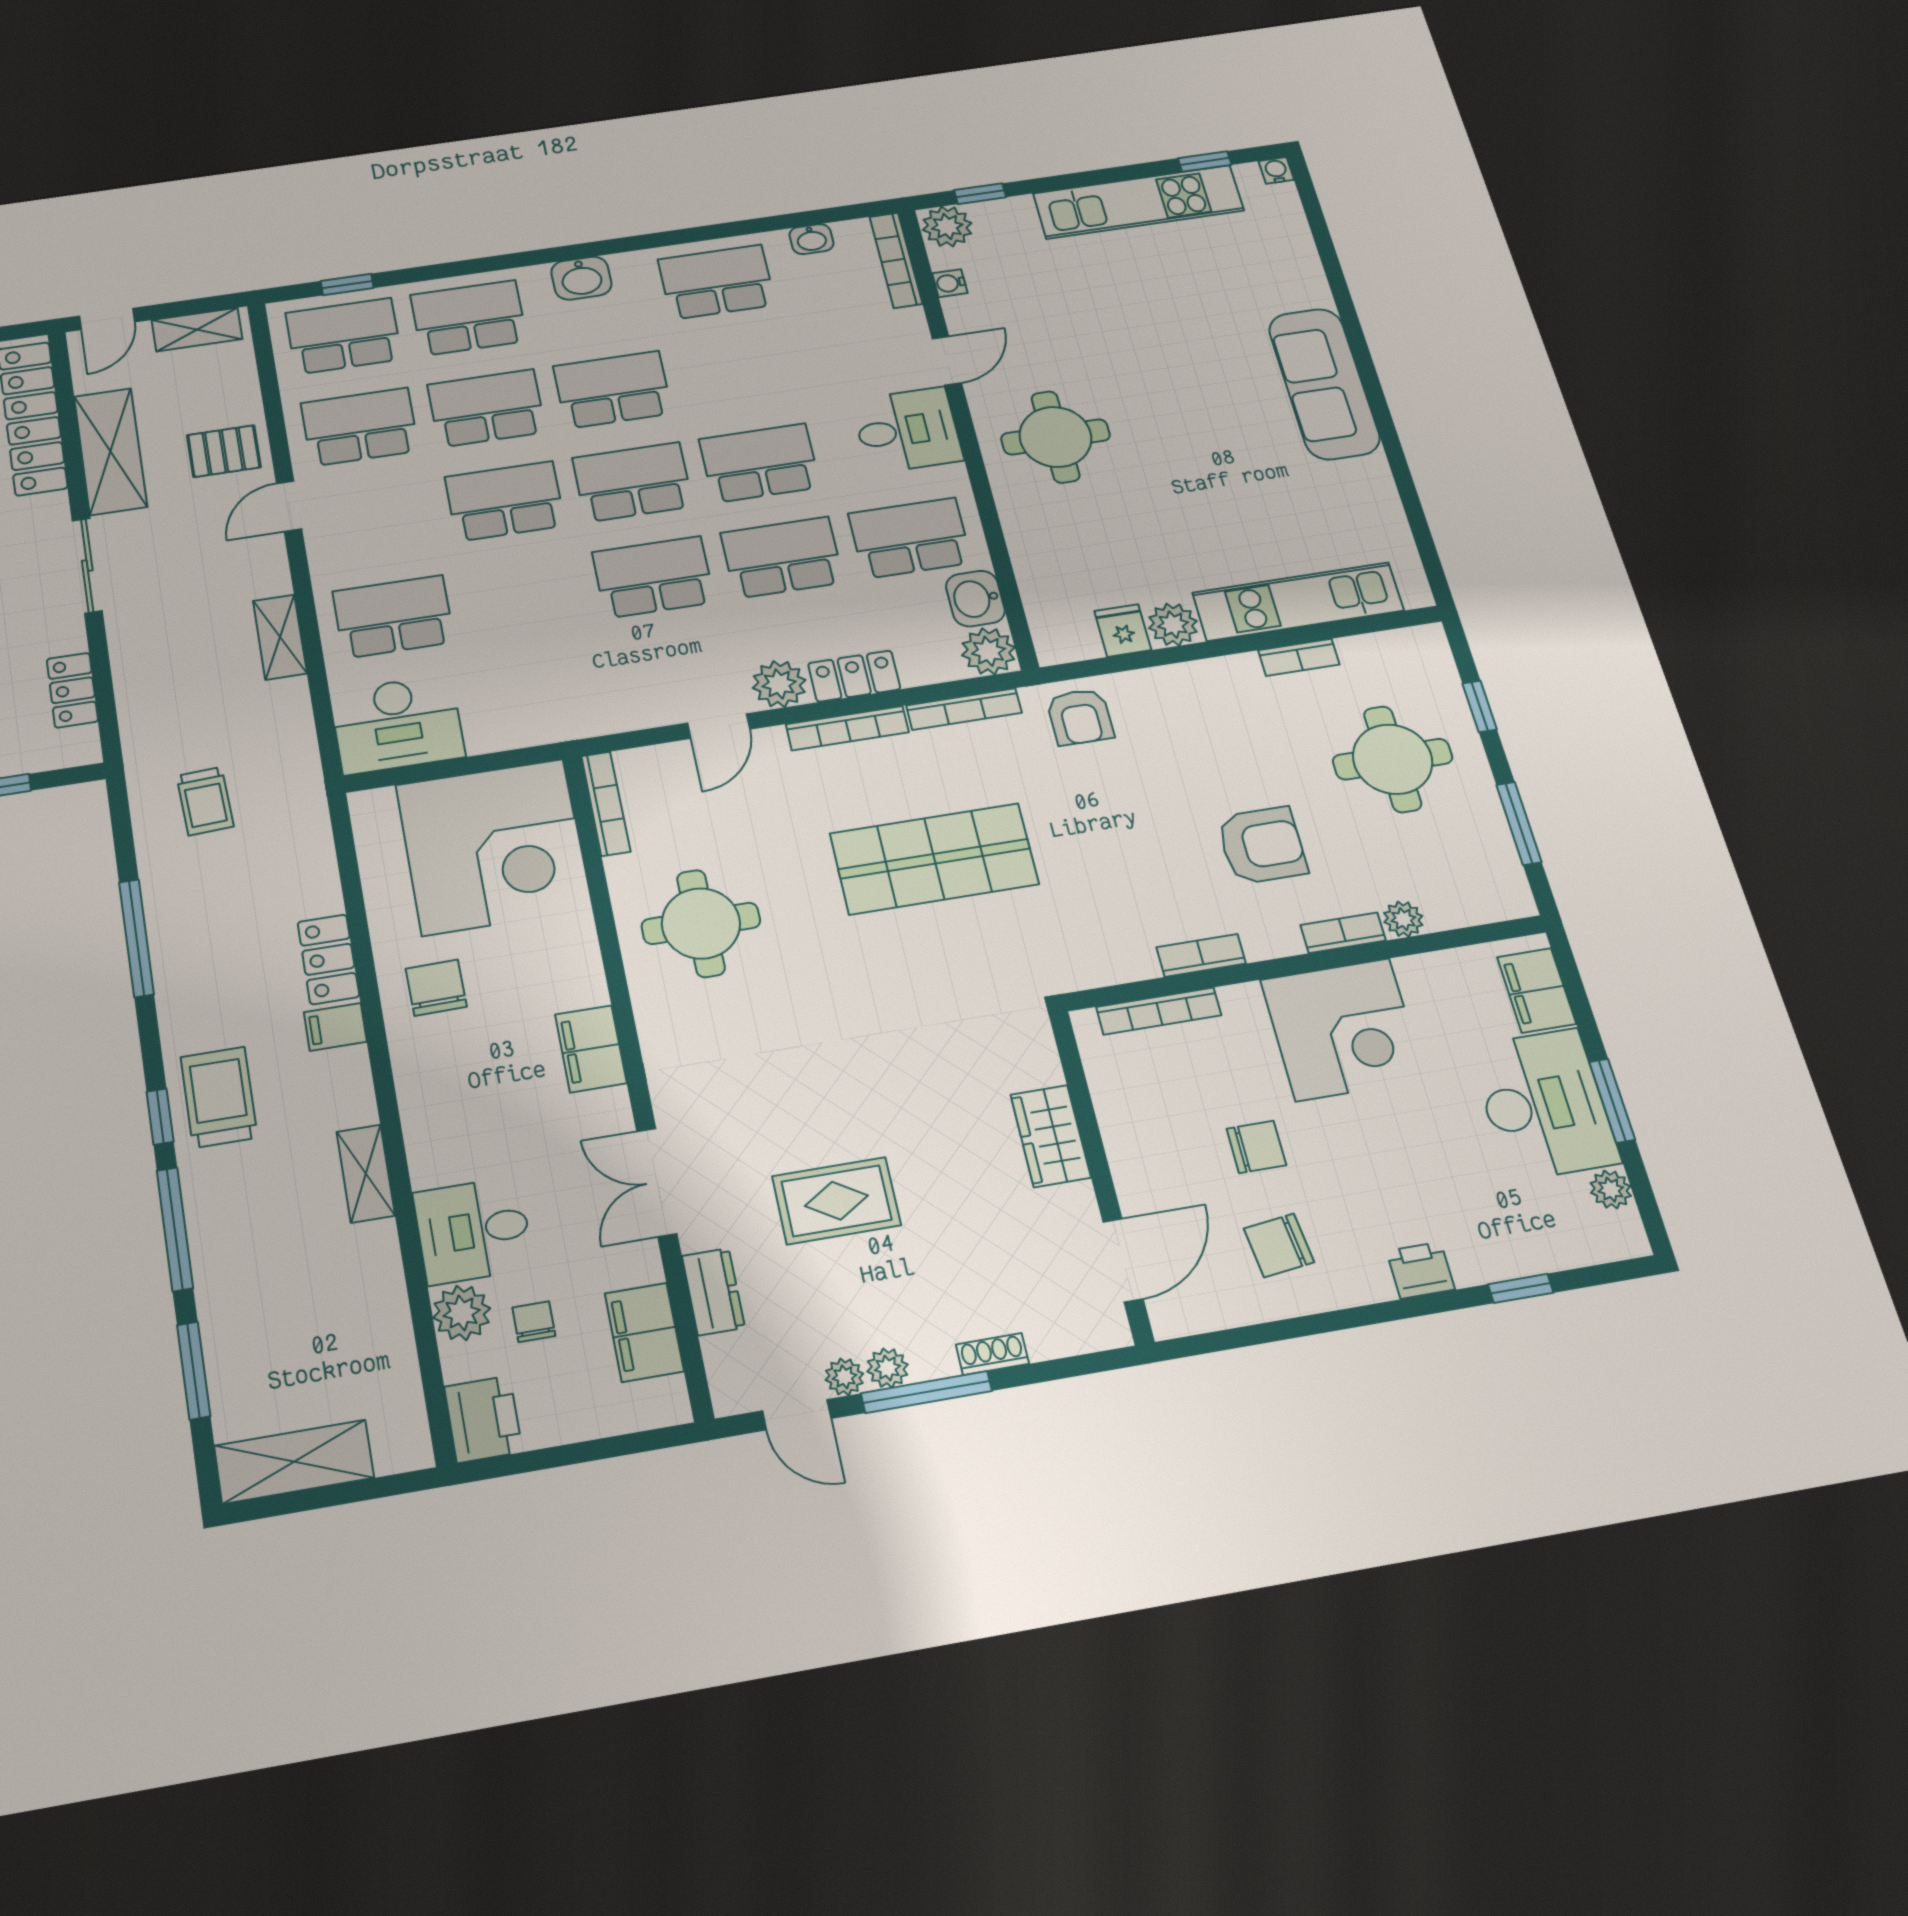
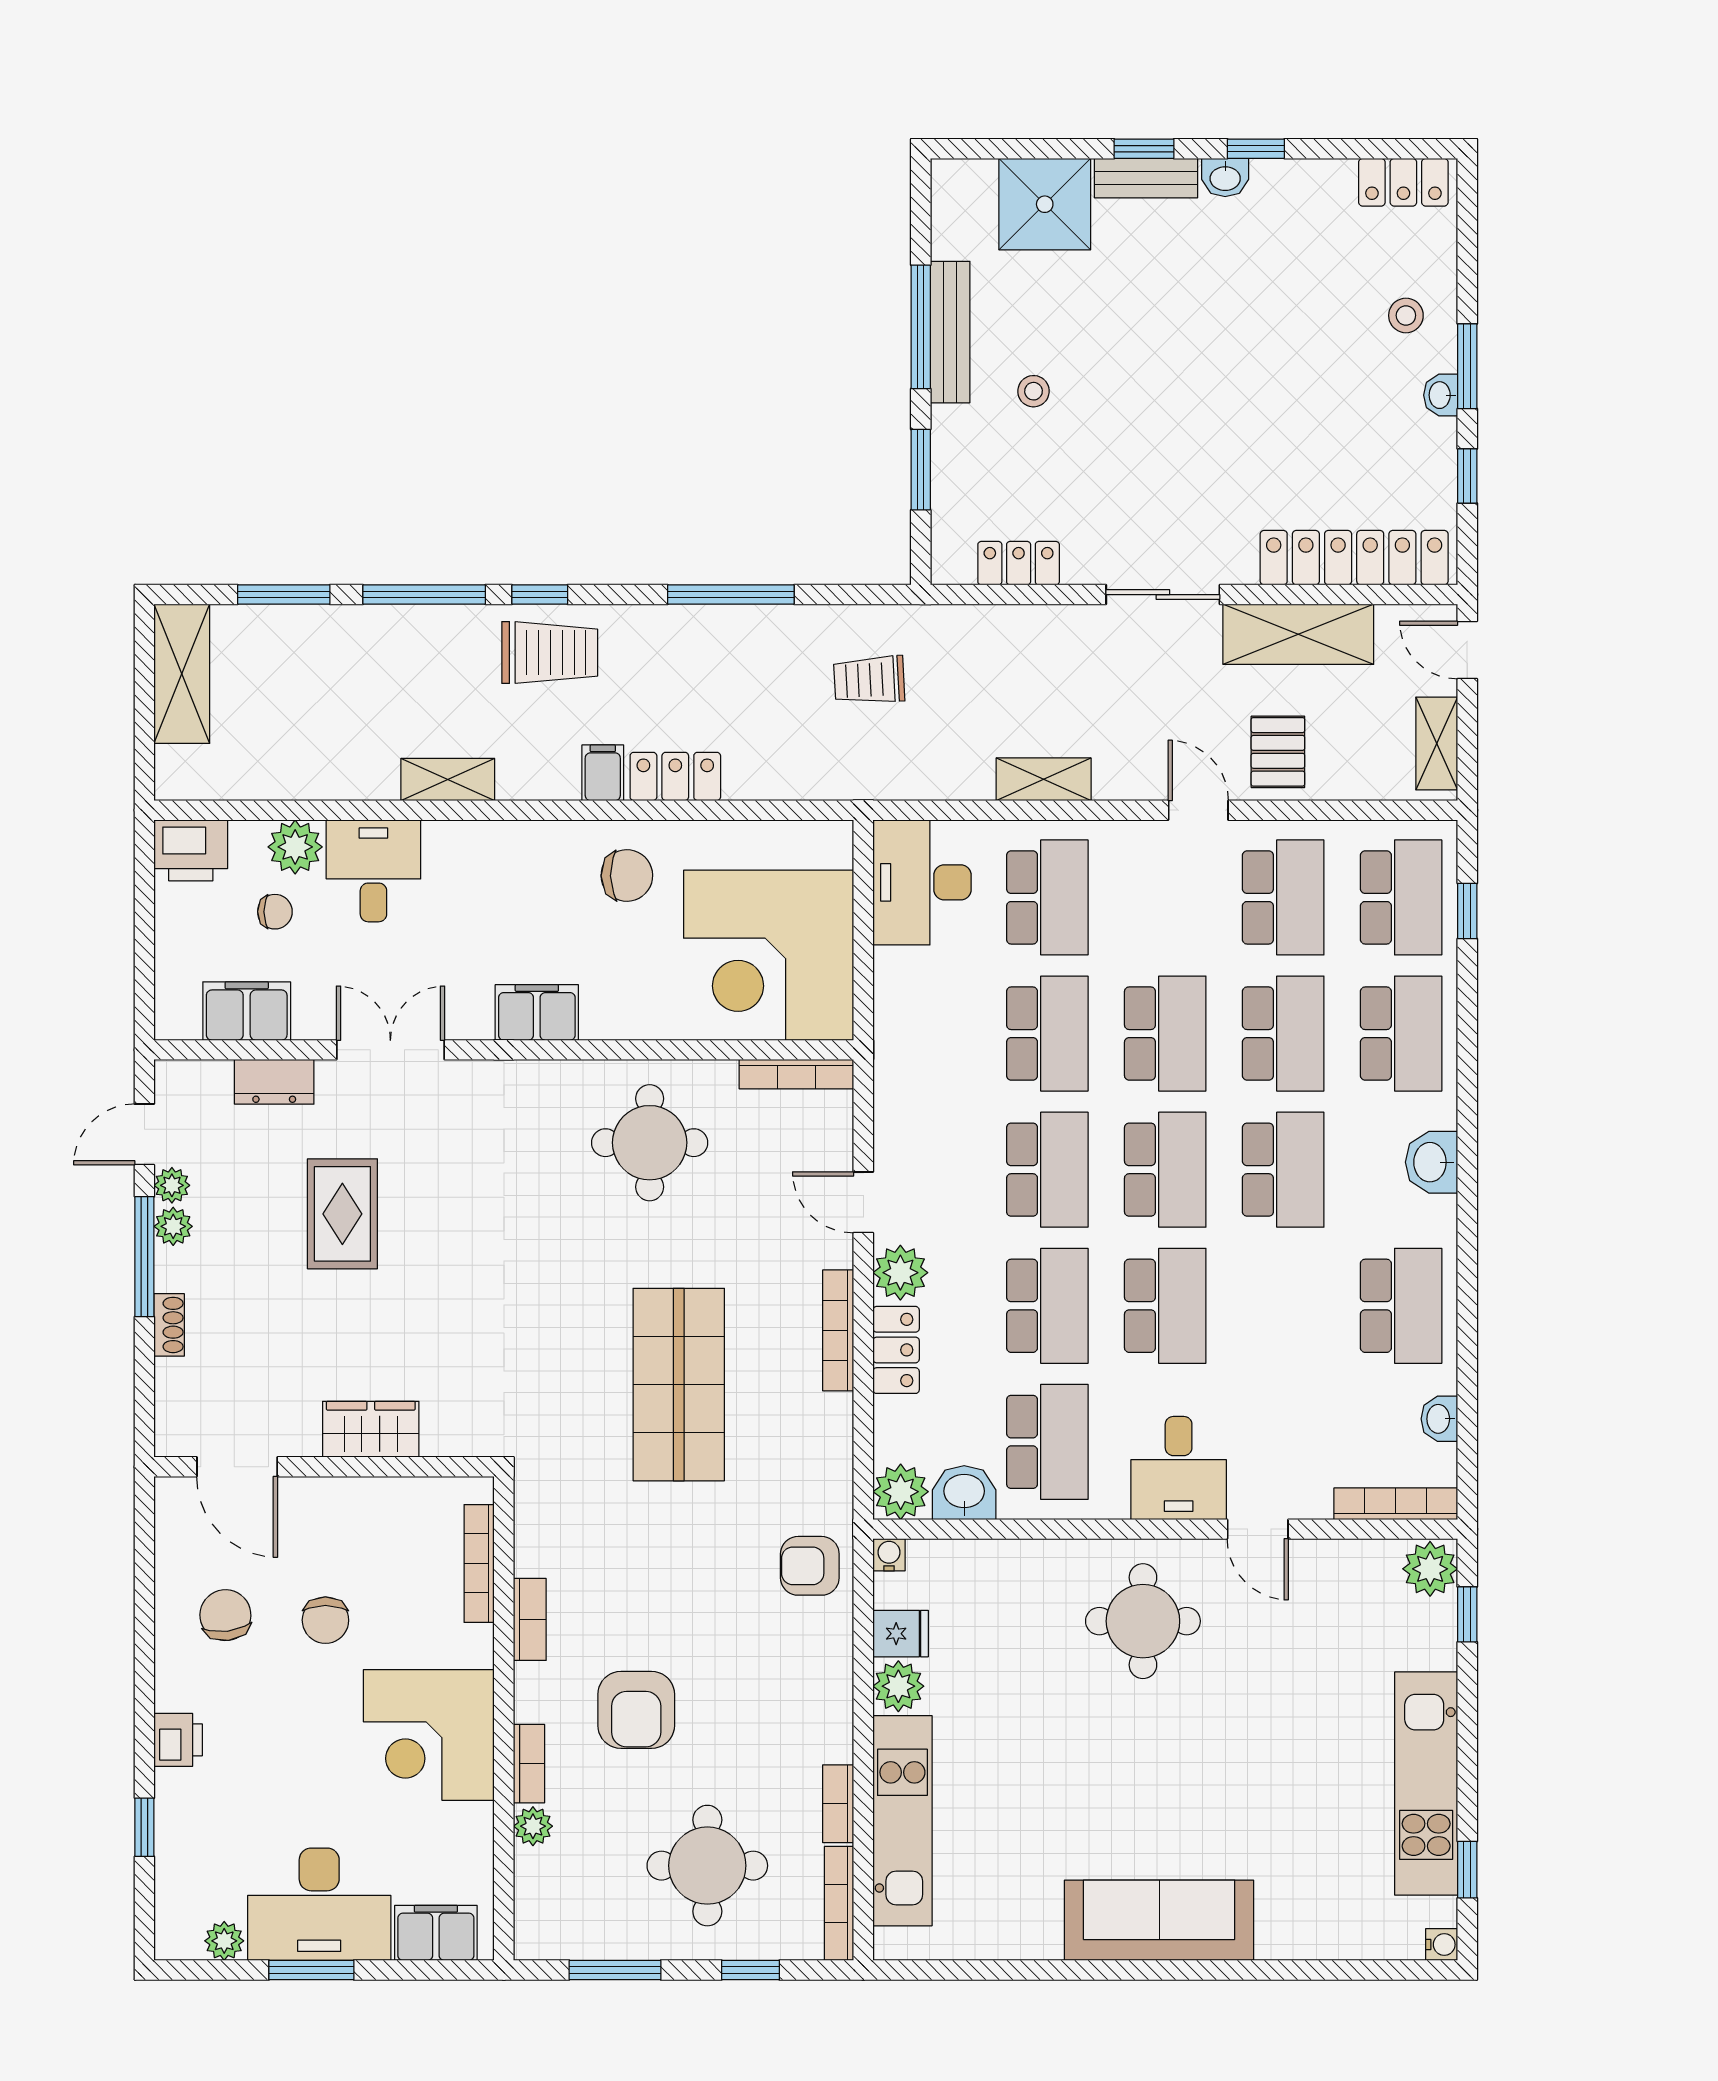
water cooler: (950, 283) -> (889, 1555), moved
school desk: (524, 597) -> (1047, 1034), added
bookcase: (964, 709) -> (839, 1903), moved

